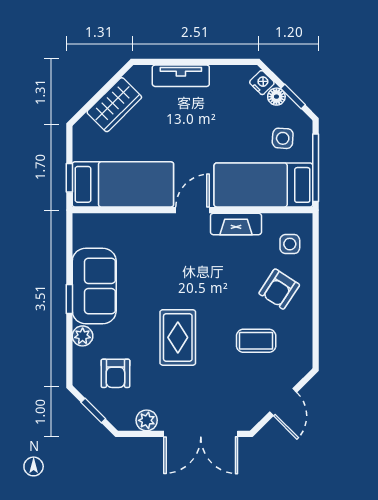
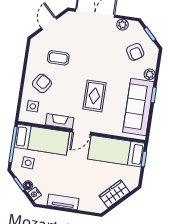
tv unit: (181, 76) -> (63, 202), moved
sofa: (94, 286) -> (138, 107), width x1.36
rug: (178, 337) -> (94, 96), moved
armchair: (115, 373) -> (135, 52), turned 148

